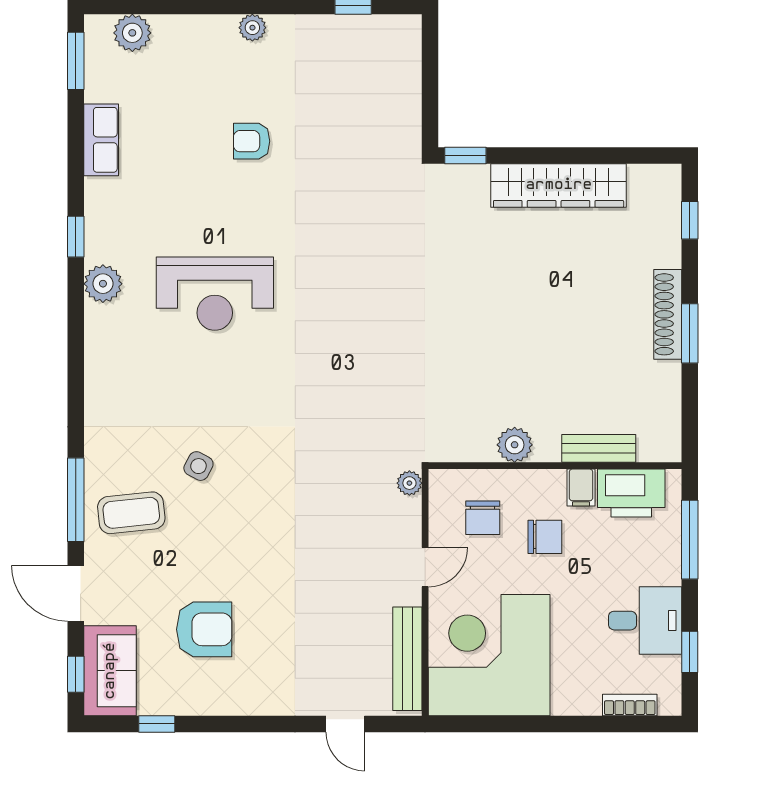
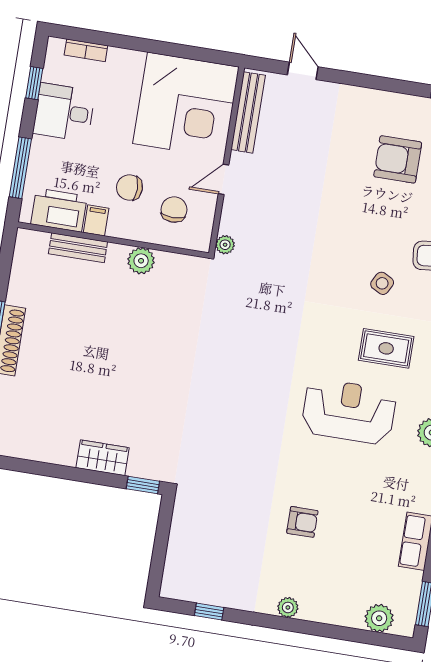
wardrobe: (559, 185) -> (103, 458), width x0.48, depth x0.85
rug: (180, 383) -> (386, 348), added

